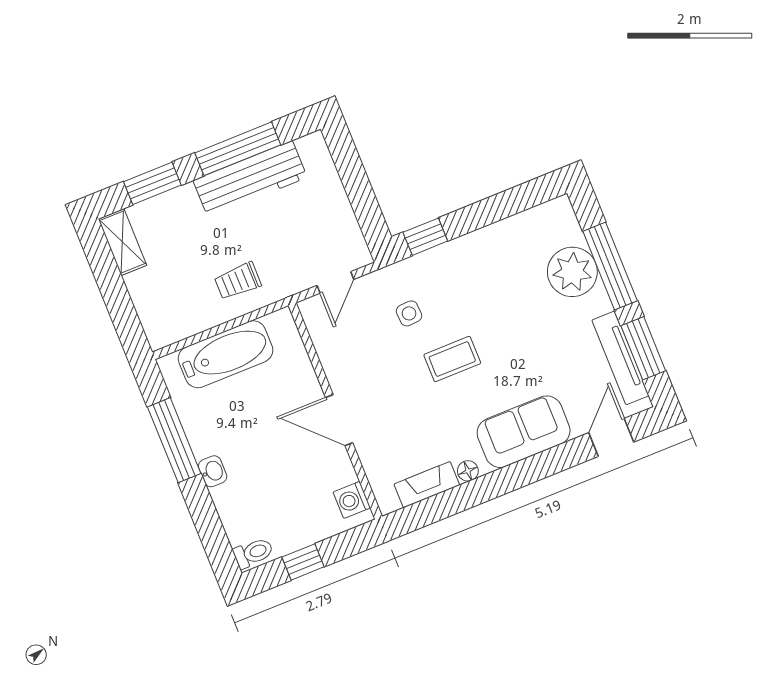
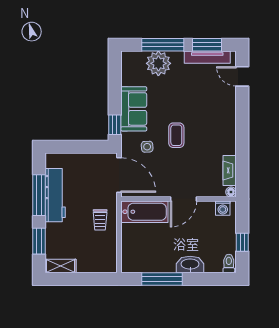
door: (335, 282) -> (119, 175), width x1.88
bathtub: (226, 354) -> (145, 212), moved, turned 90
sofa: (524, 432) -> (134, 109), moved, turned 180
washbasin: (213, 471) -> (190, 264), width x1.91, depth x1.45
floor lamp: (468, 471) -> (231, 192), moved

